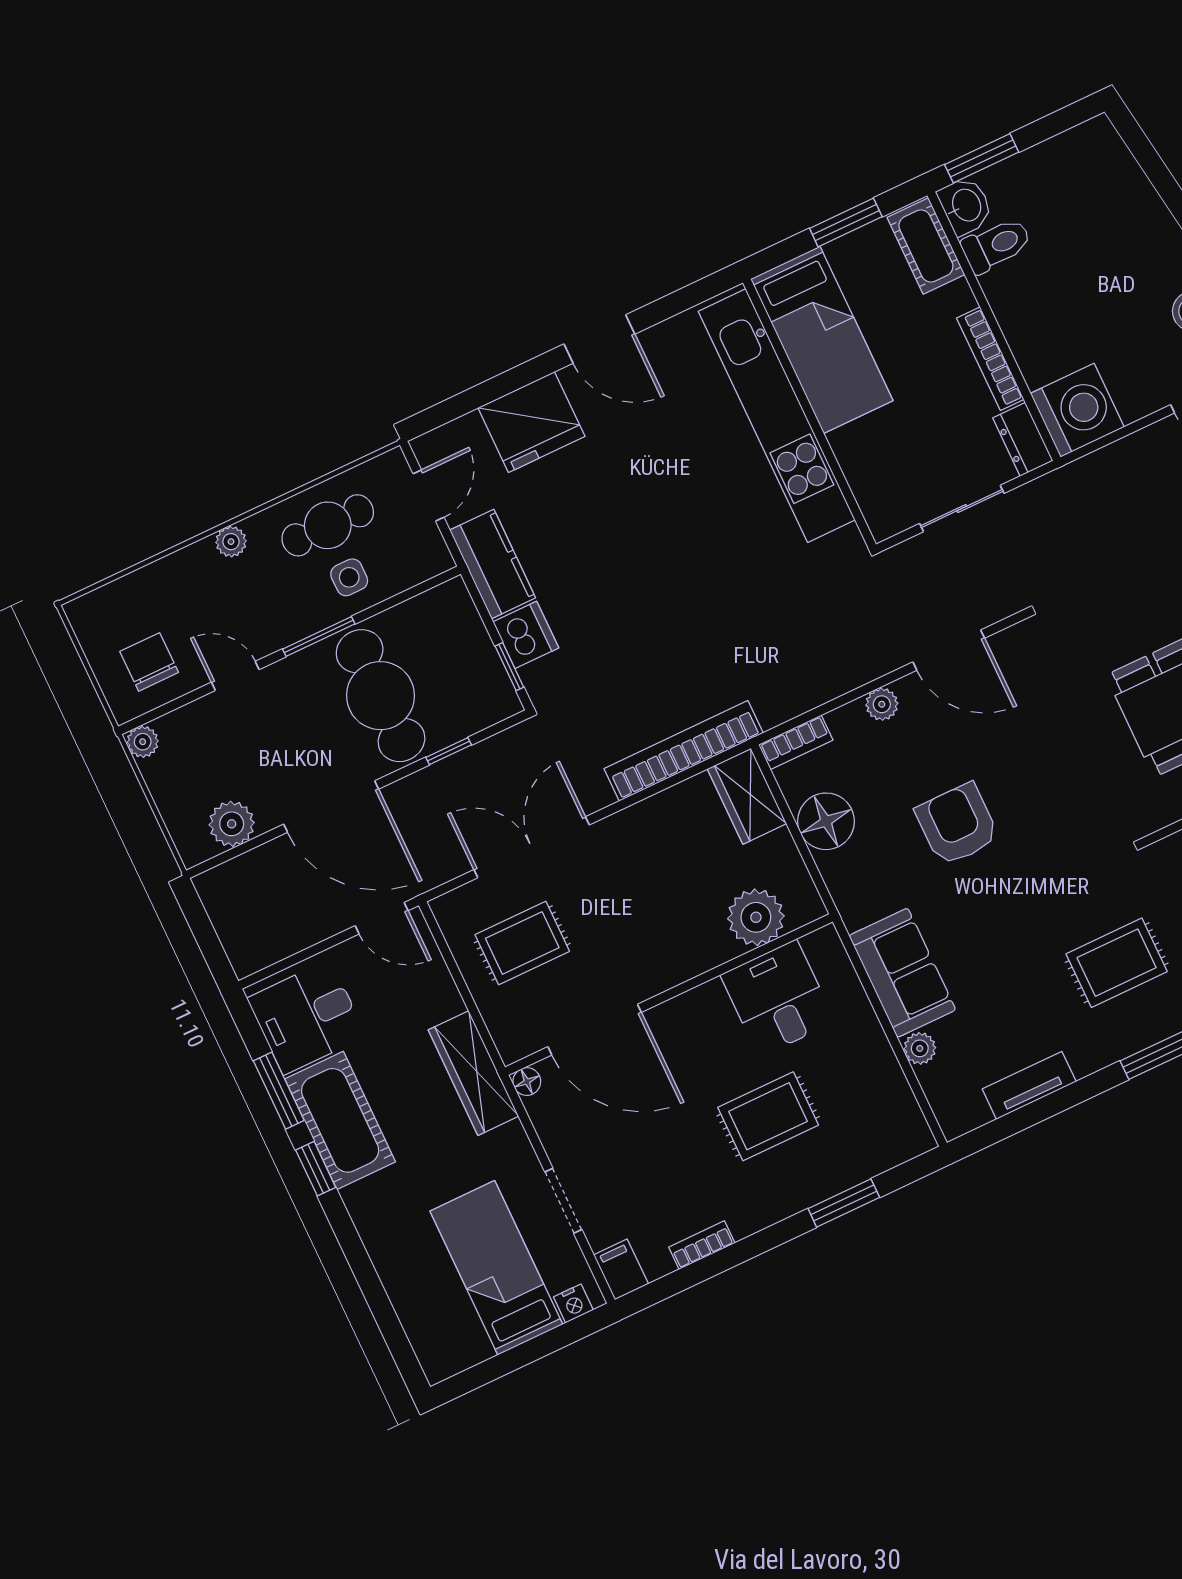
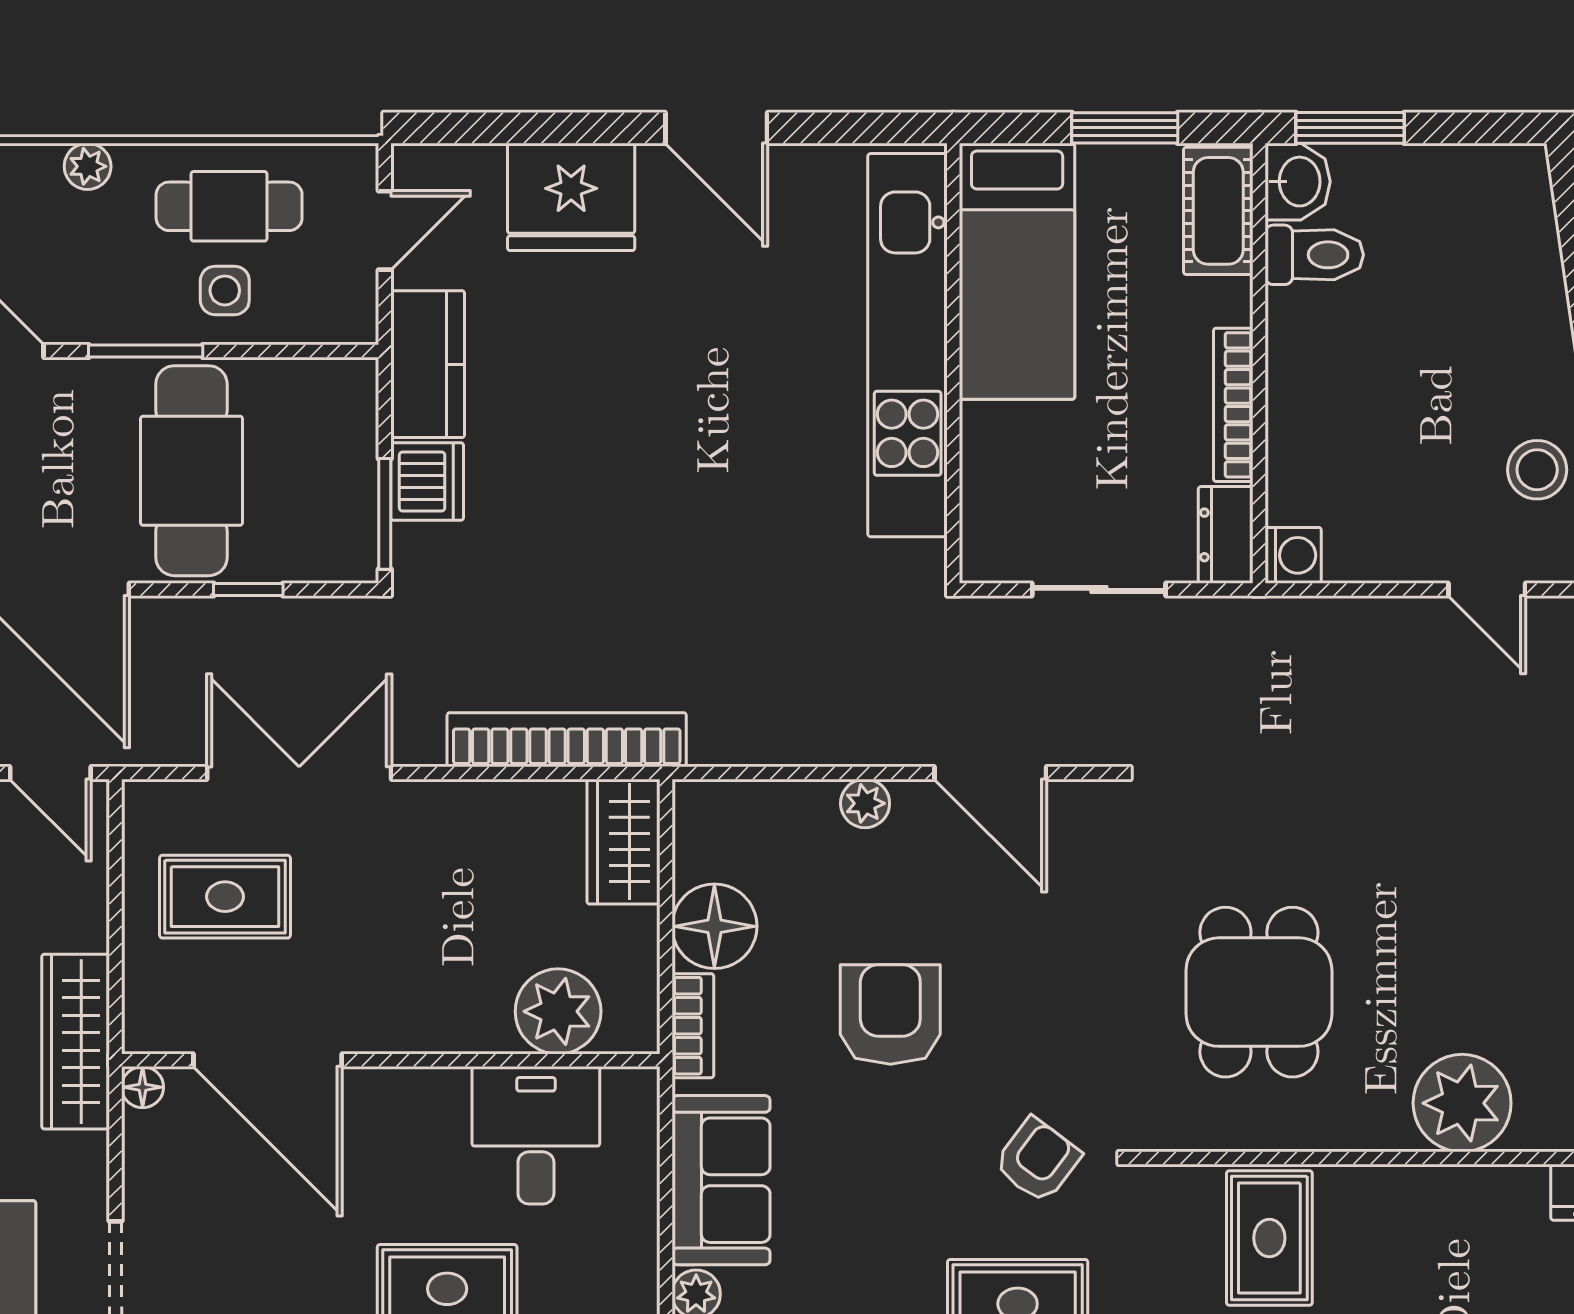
washing machine: (1077, 410) -> (1293, 555), width x0.53, depth x0.53
window: (509, 667) -> (385, 514), width x1.50
bookcase: (796, 742) -> (693, 1026), moved, turned -90
armchair: (1088, 870) -> (1037, 1160), added

